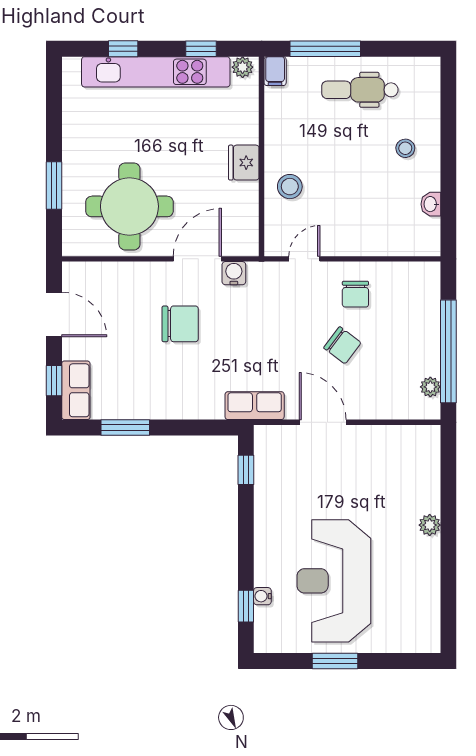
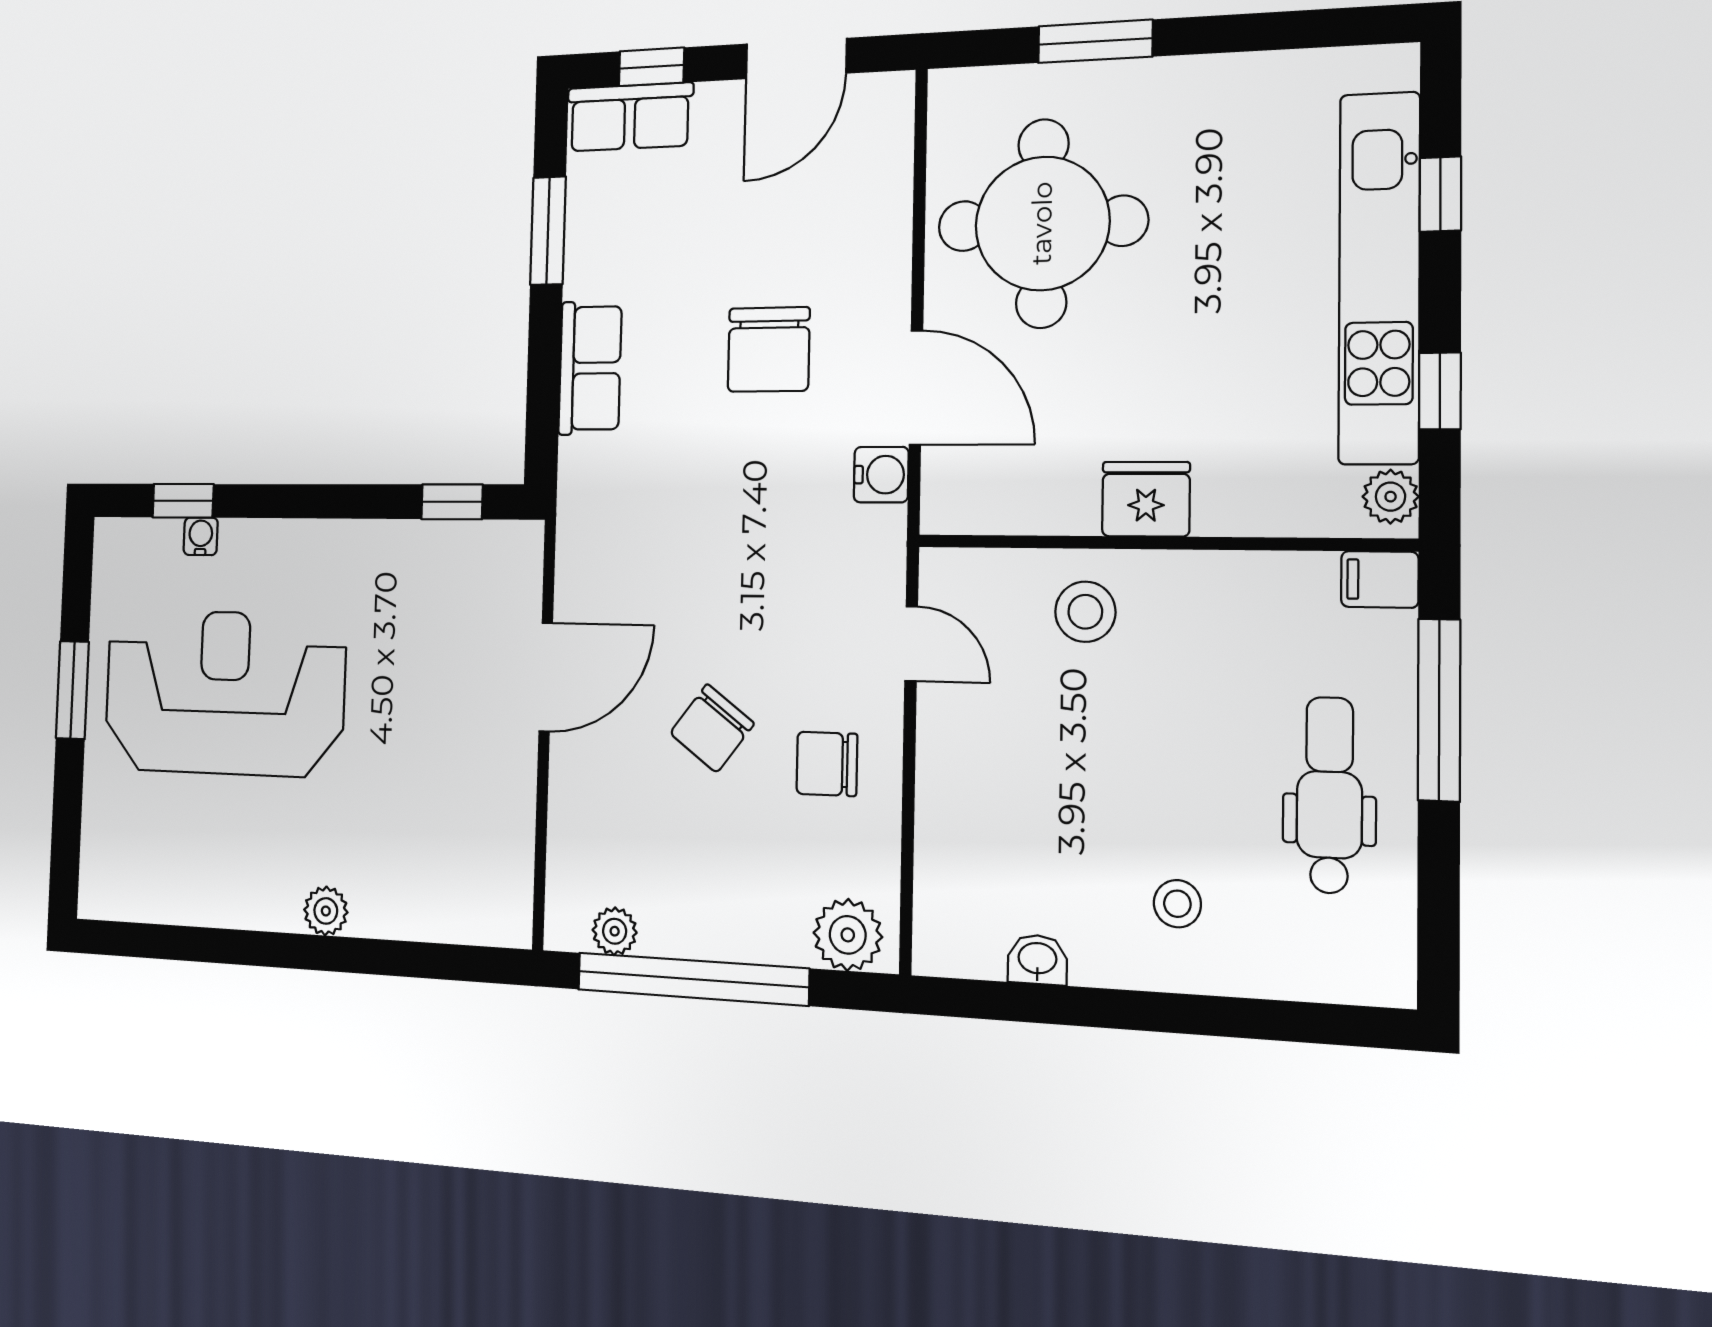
plant: (426, 284) -> (848, 935), added
row of seats: (255, 406) -> (590, 368), moved

